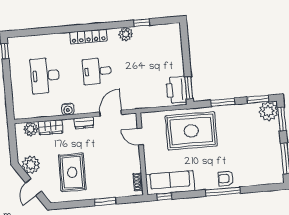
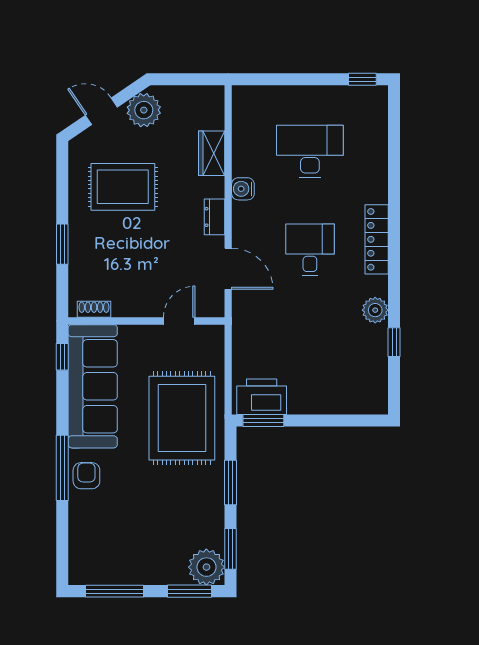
plant: (31, 129) -> (211, 115), removed
sofa: (170, 183) -> (93, 386), width x1.36, depth x1.27

